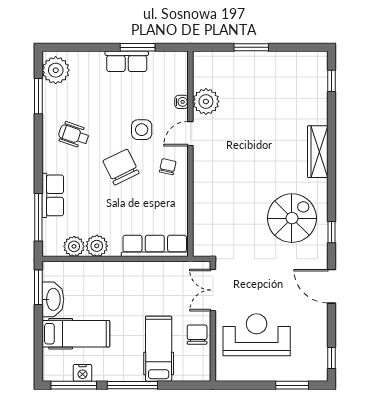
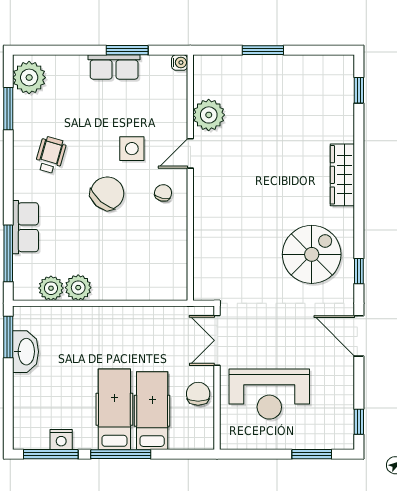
water cooler: (182, 102) -> (180, 63), moved
wheelchair: (74, 135) -> (51, 155), turned 87
chair: (121, 167) -> (107, 193), turned 67
row of seats: (155, 246) -> (148, 288), removed
hospital bed: (76, 334) -> (114, 409), moved, turned -90
reception desk: (257, 335) -> (269, 394), turned 180

